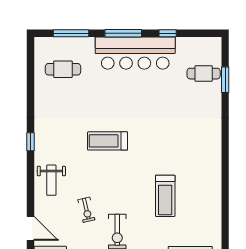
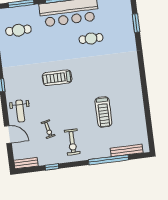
cafe table: (204, 74) -> (91, 39), moved
door: (30, 228) -> (8, 135), moved

